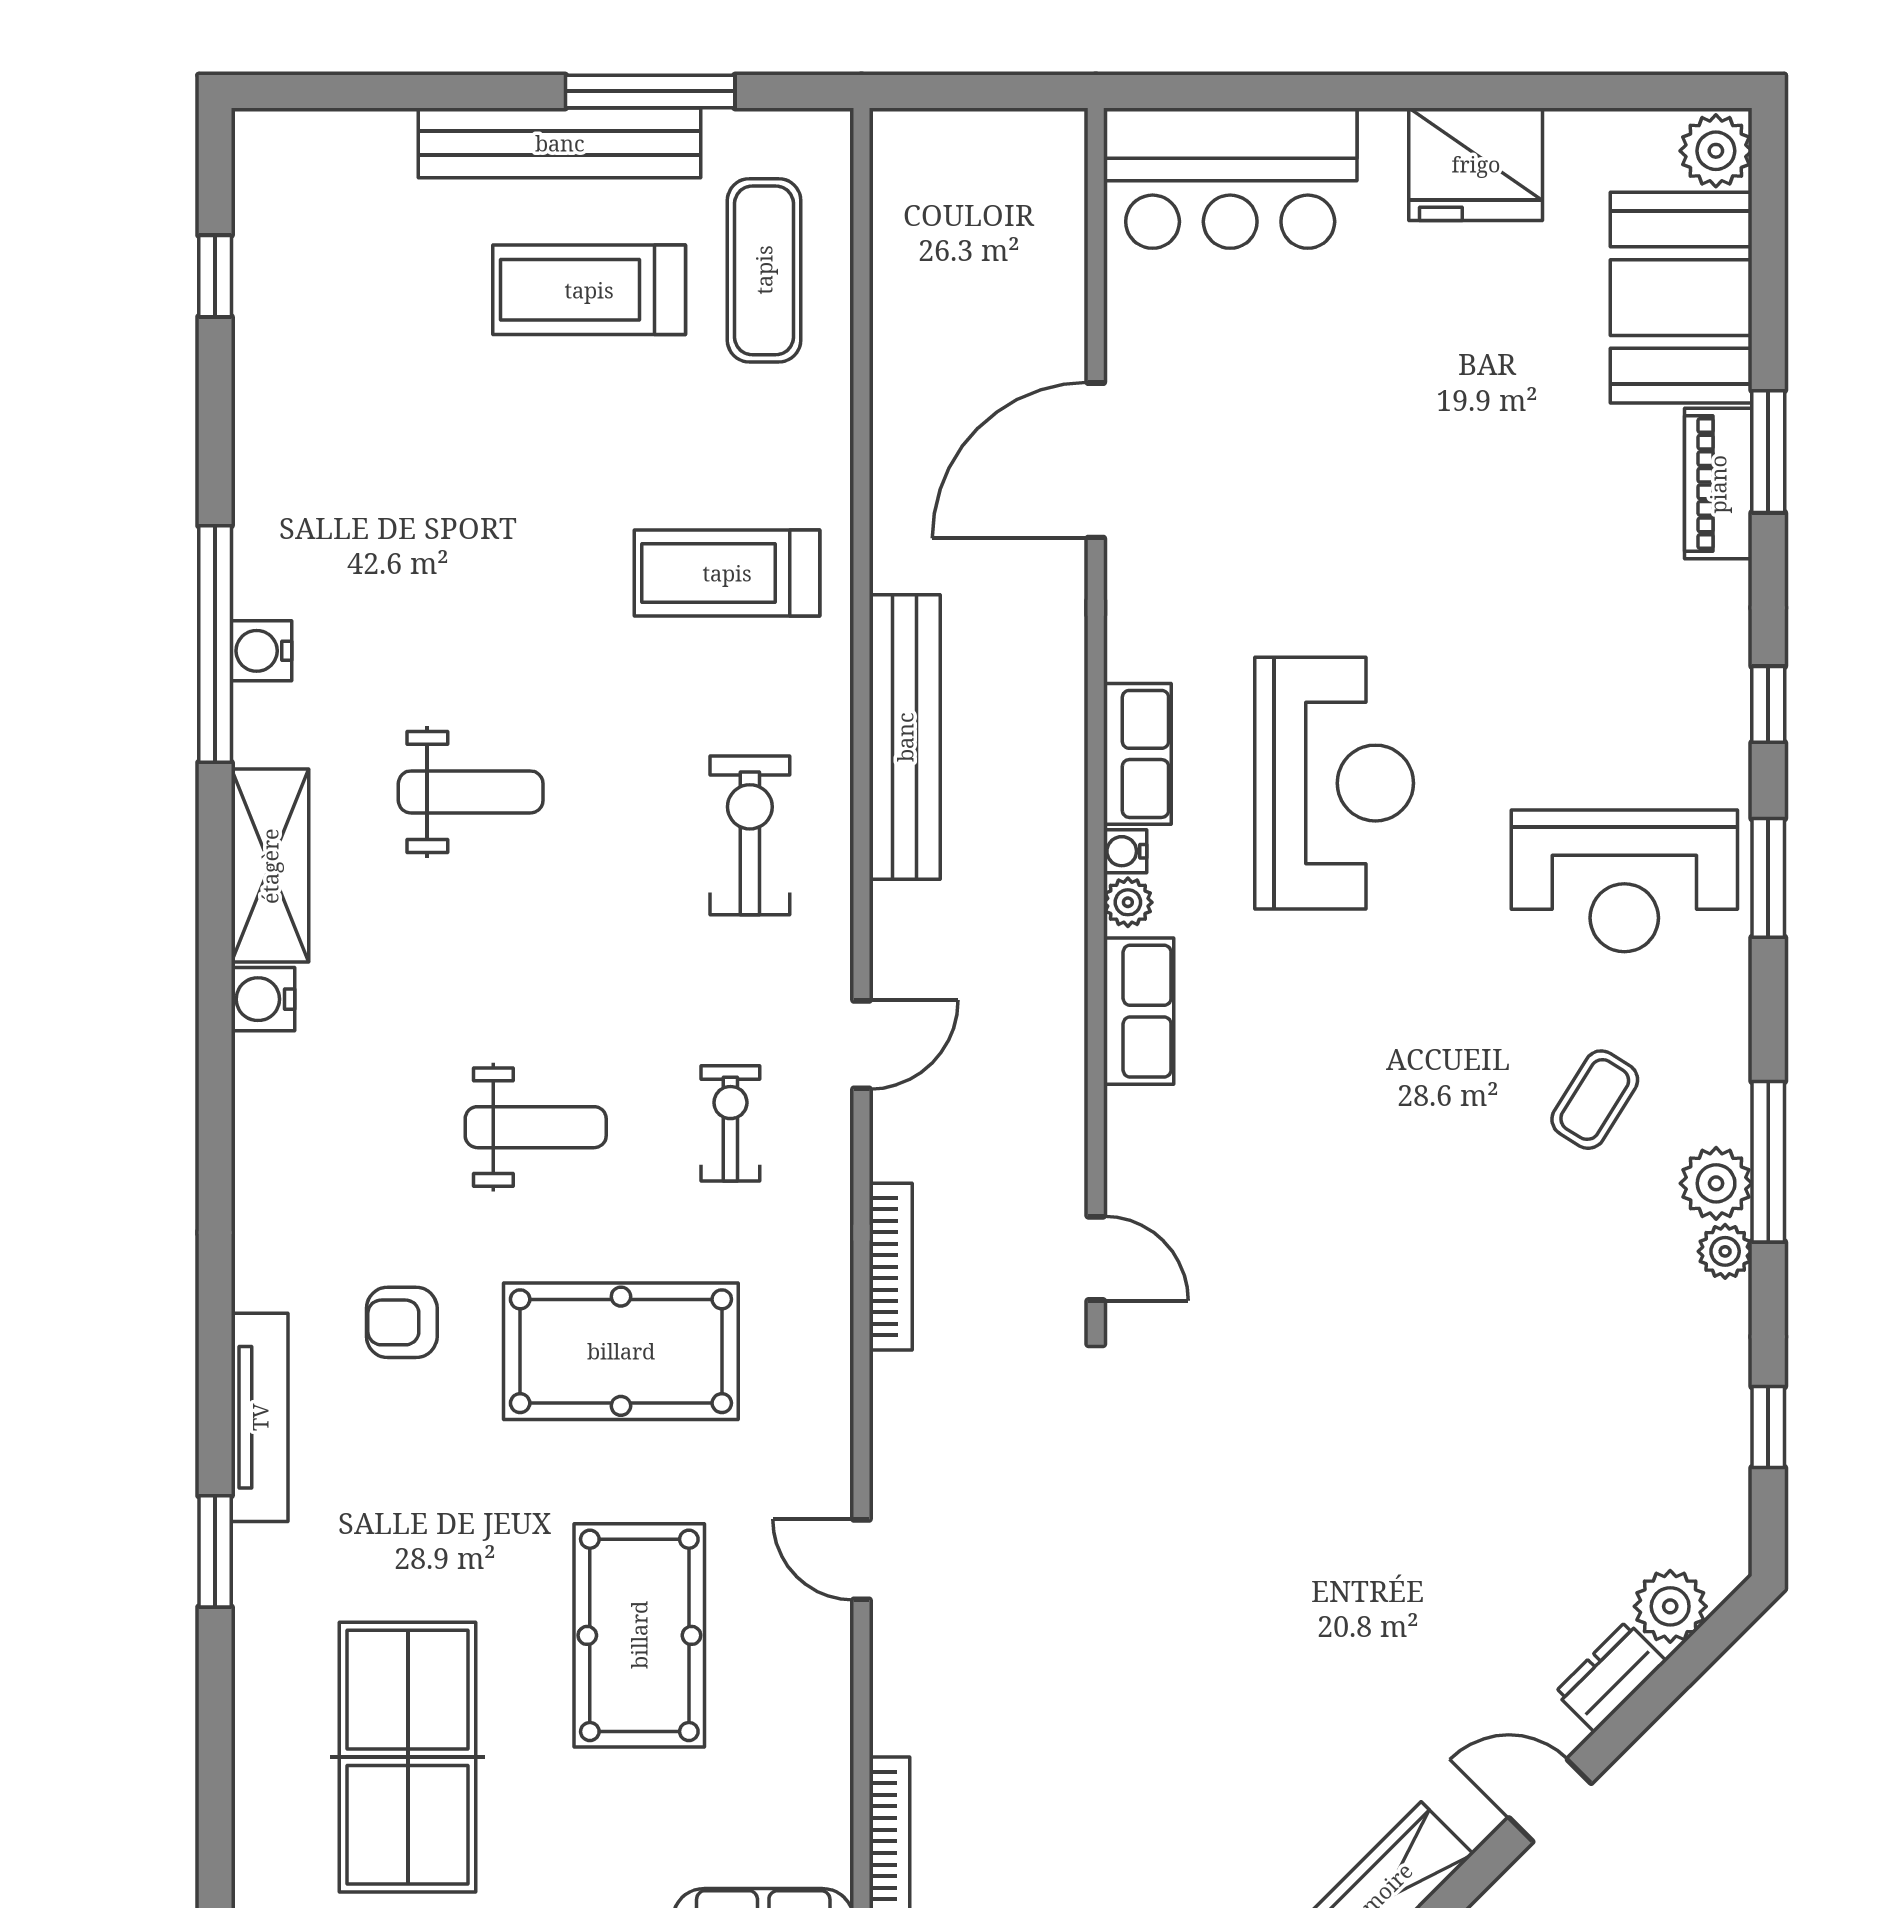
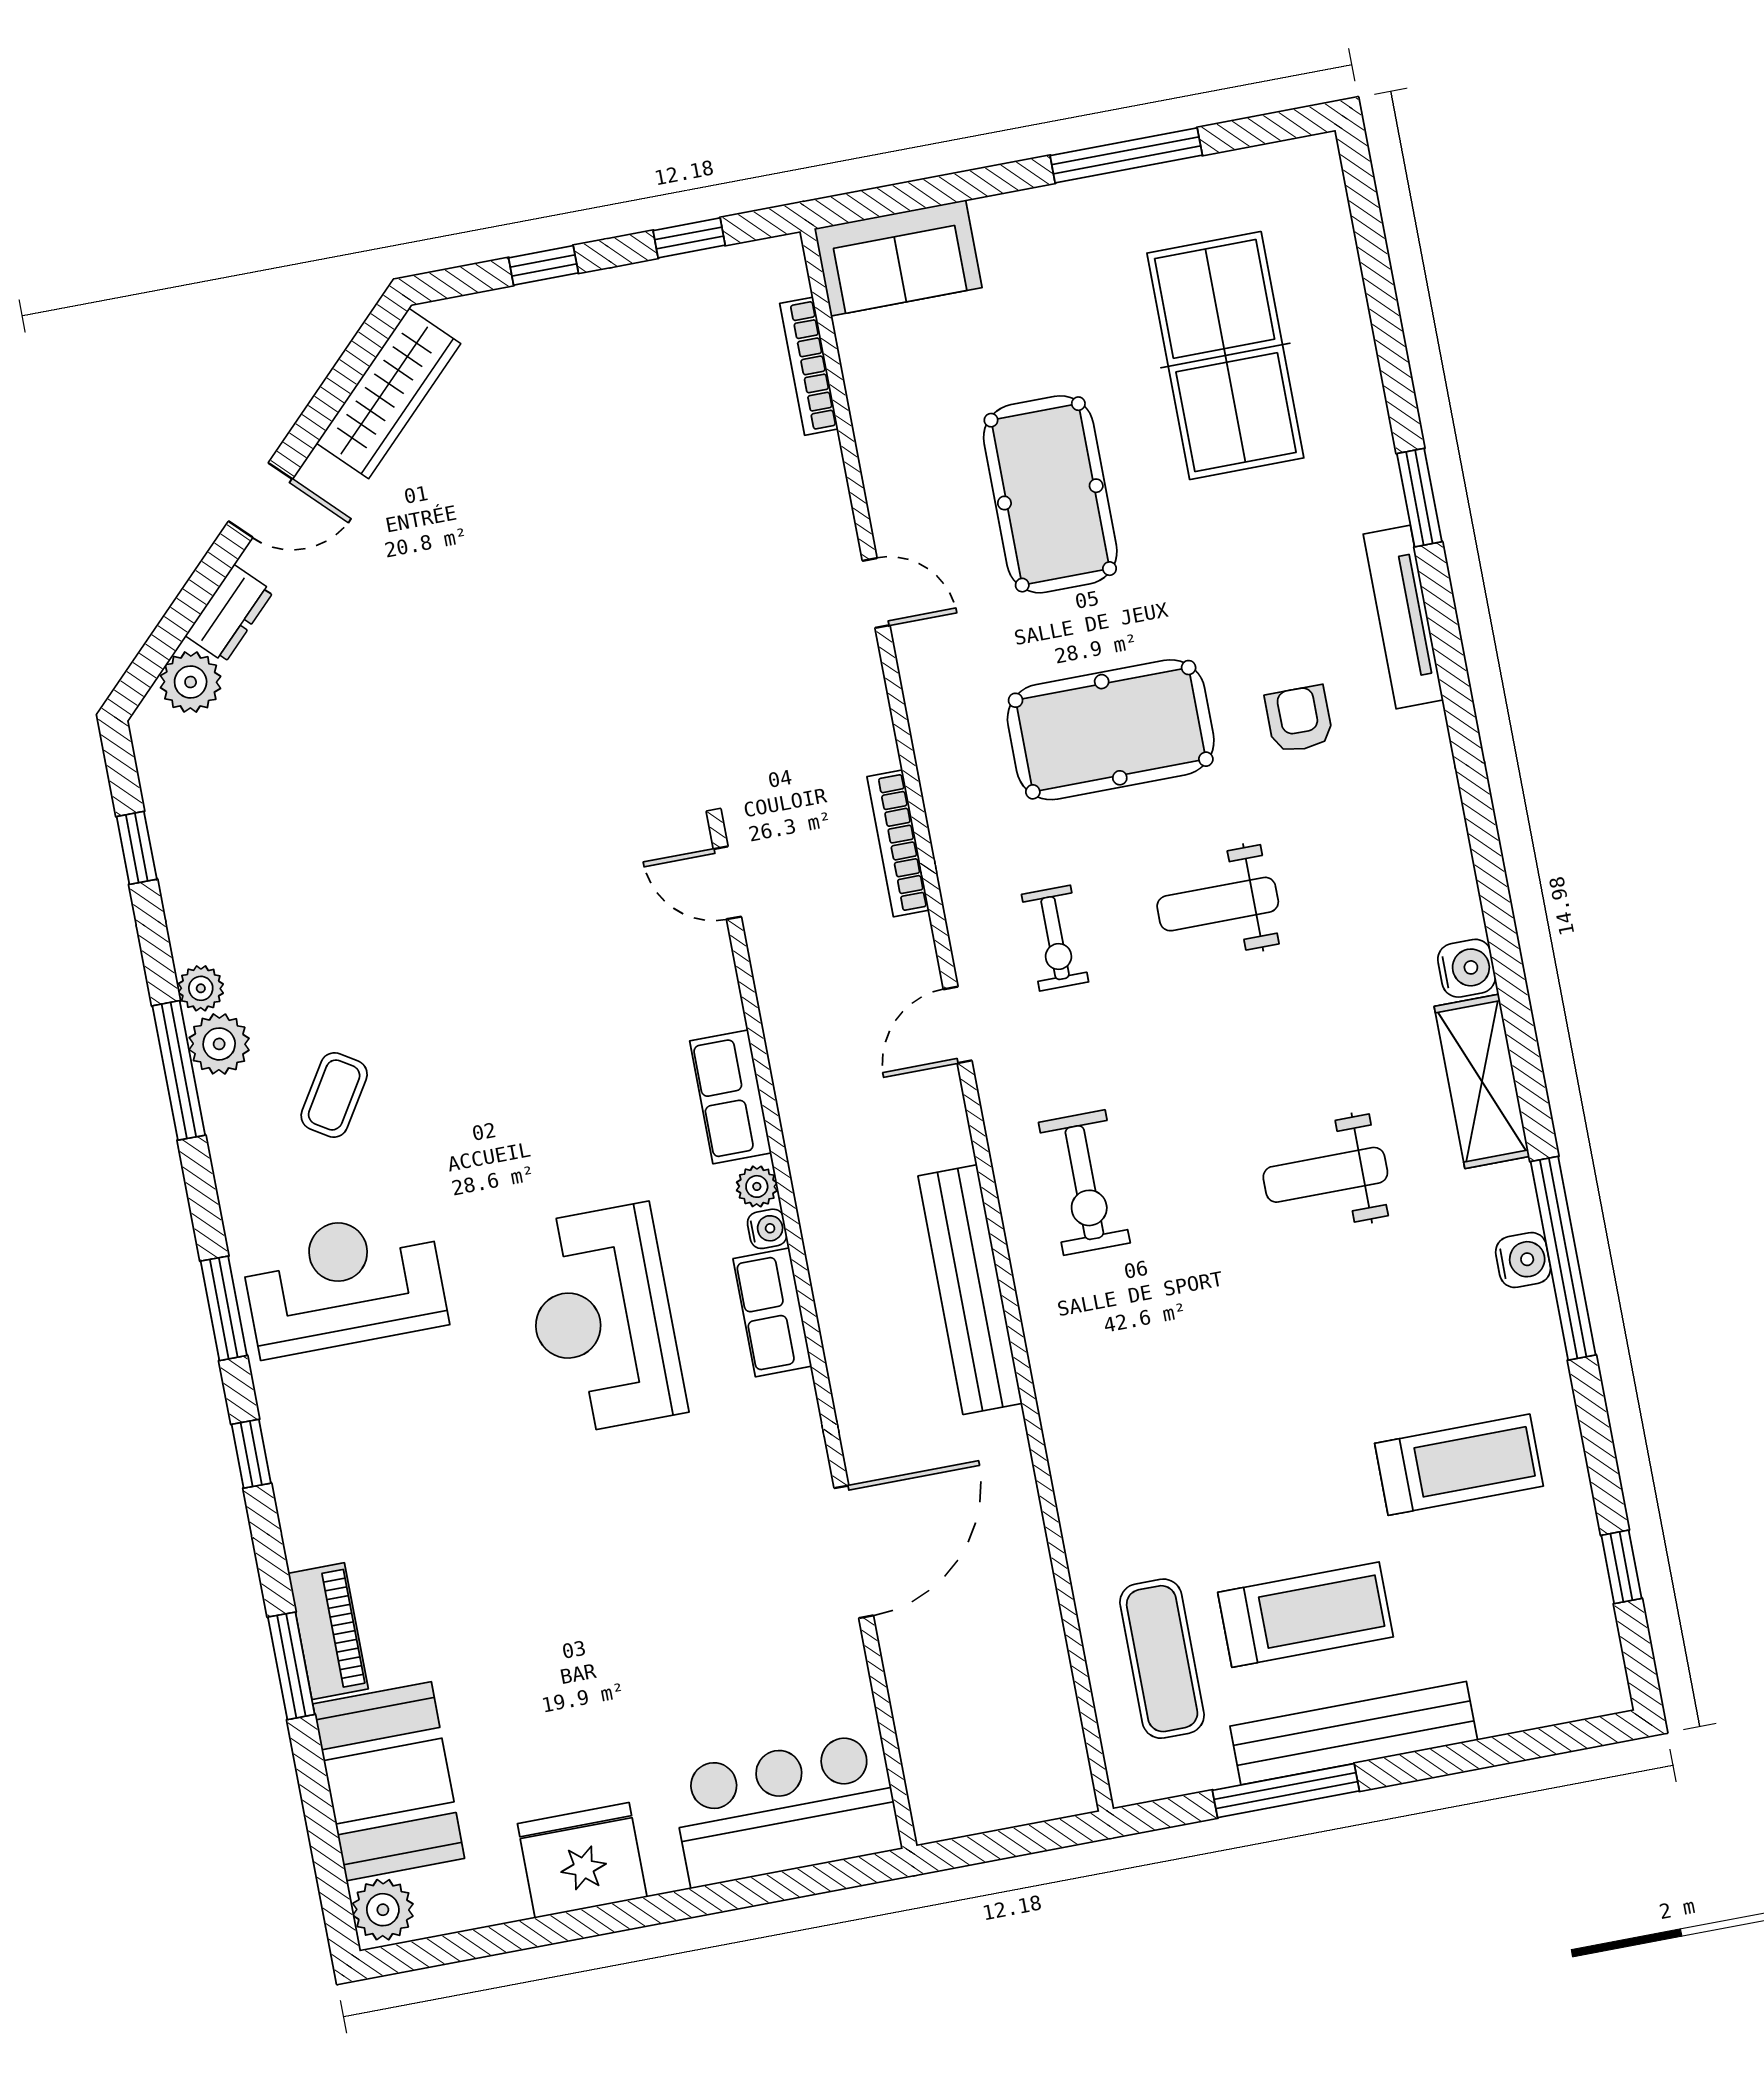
treadmill: (727, 573) -> (1459, 1465), moved
armchair: (402, 1322) -> (1299, 719), turned -90

